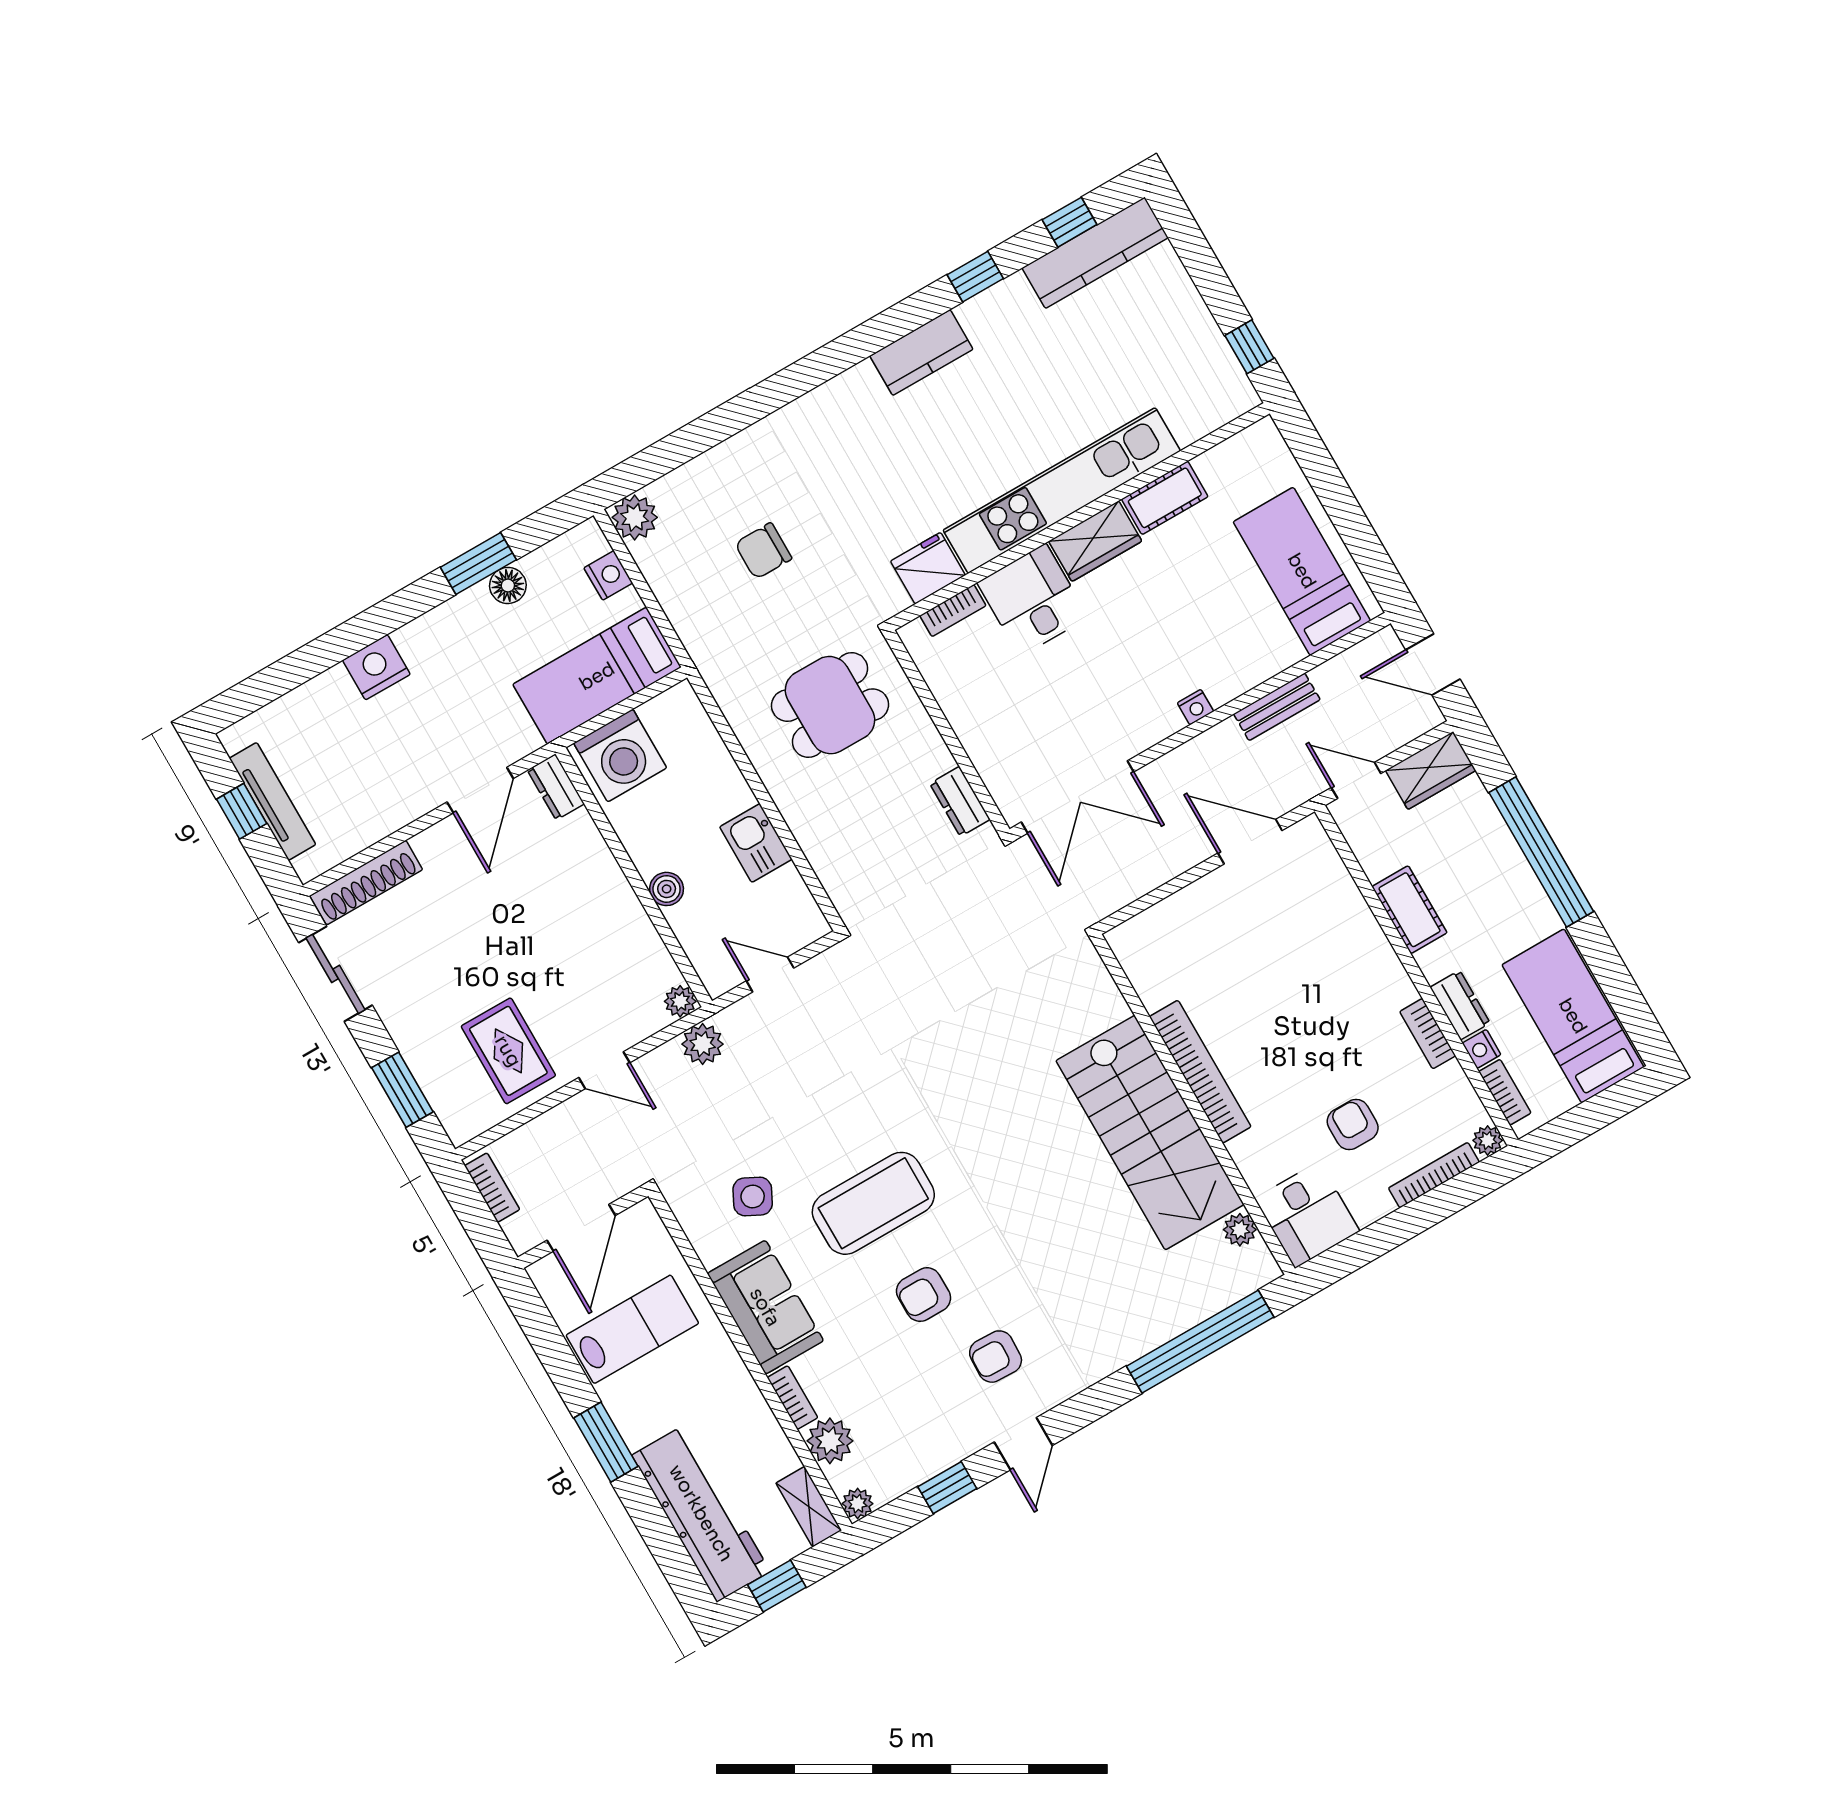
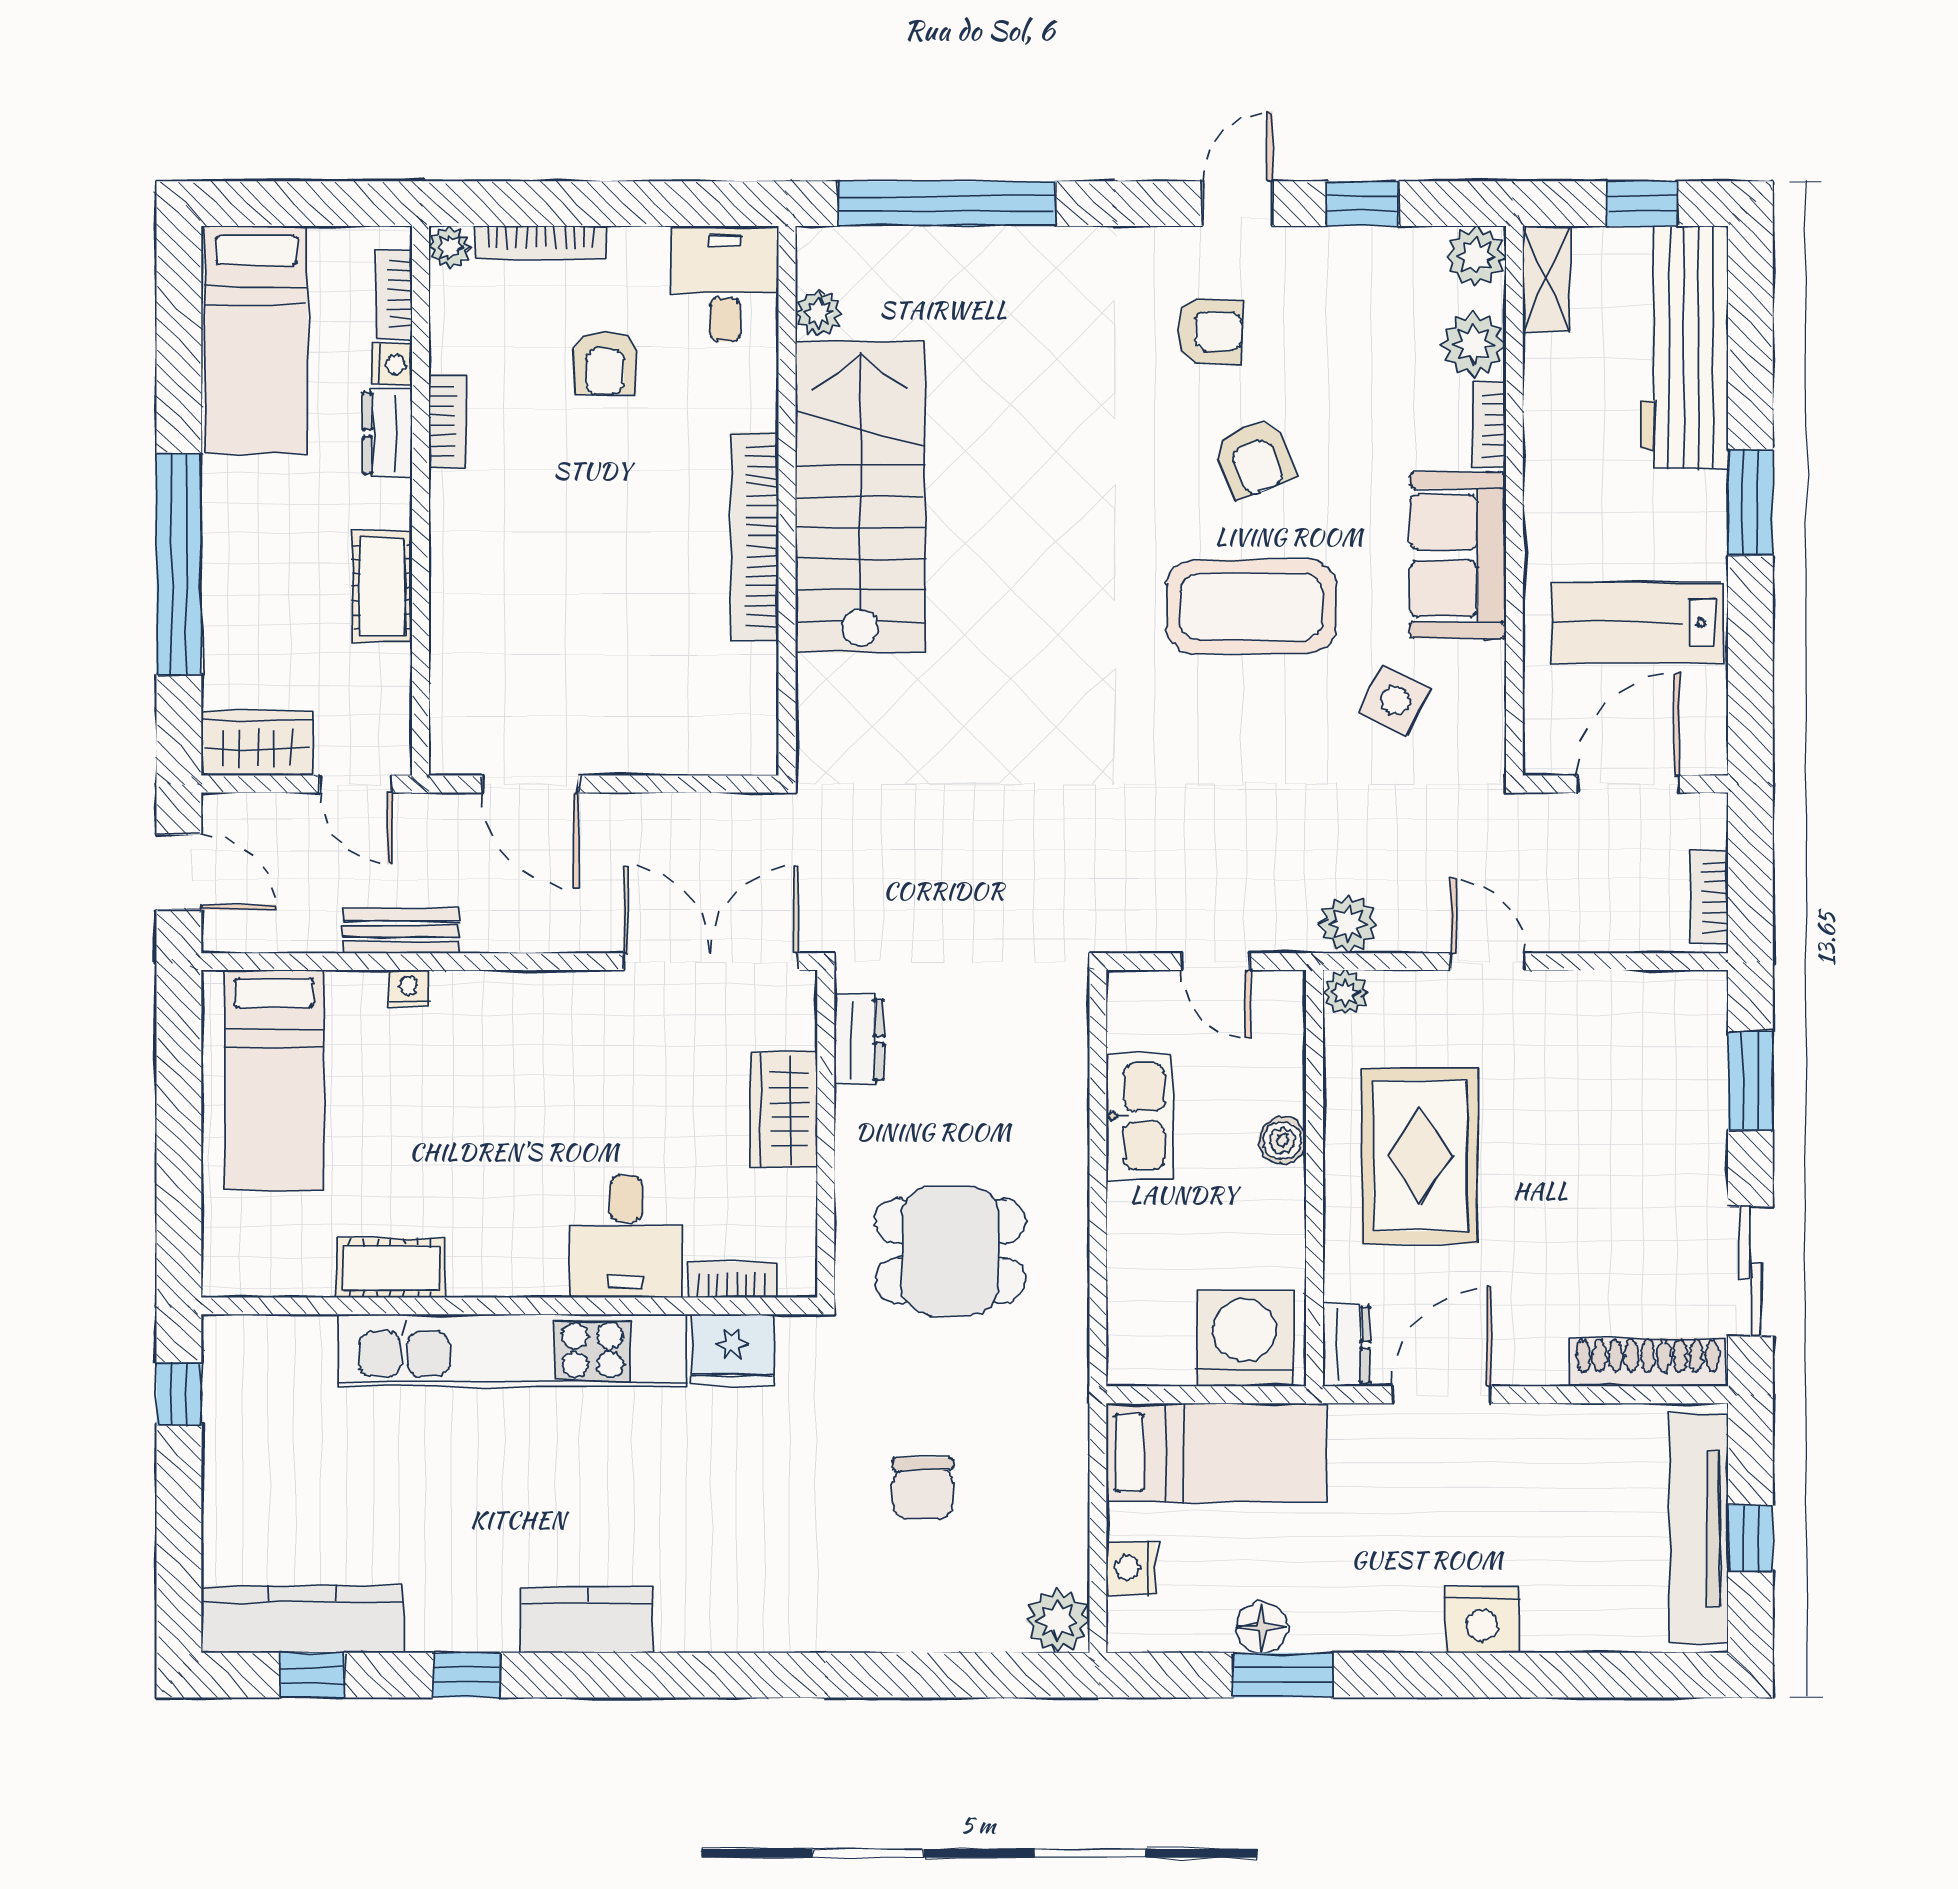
wardrobe: (1095, 541) -> (784, 1110), moved, turned -90
chair: (763, 551) -> (923, 1488), turned 90
nightstand: (1195, 707) -> (409, 988), moved
tv unit: (272, 801) -> (1699, 1529), width x1.36, depth x1.29
kitchen sink: (756, 843) -> (1140, 1116), width x1.38
rug: (508, 1051) -> (1420, 1156), moved, width x1.36, depth x1.43
armchair: (924, 1295) -> (1254, 458), turned 68
plant: (858, 1504) -> (1476, 256), width x1.38, depth x1.38

